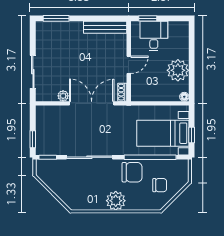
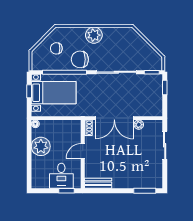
bench: (105, 27) -> (98, 183), width x0.73

